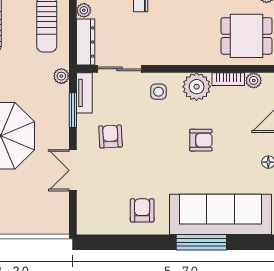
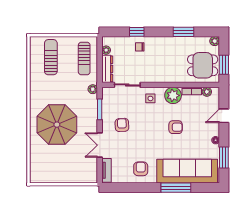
tv unit: (84, 93) -> (106, 170), moved

